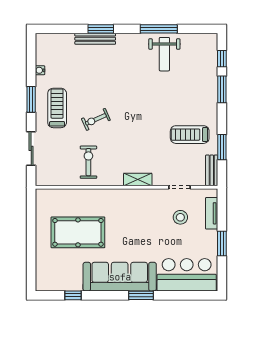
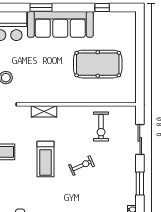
treadmill: (57, 108) -> (45, 159), moved
exercise bike: (88, 162) -> (101, 127), moved

